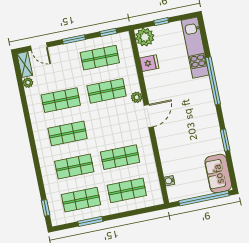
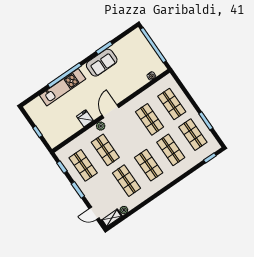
plant: (145, 37) -> (54, 139), removed
door: (39, 46) -> (94, 213), swing flipped
kitchen unit: (195, 48) -> (63, 87), moved
fridge: (149, 63) -> (85, 118), moved
door: (149, 116) -> (110, 111), hinge flipped
sofa: (218, 174) -> (102, 63), moved

